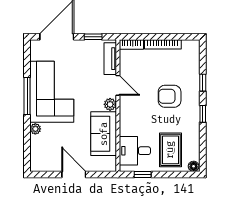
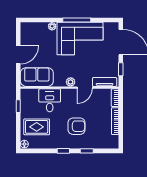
armchair: (170, 96) -> (77, 126), turned 90
sofa: (104, 134) -> (37, 77), moved
desk: (135, 151) -> (50, 100), moved

